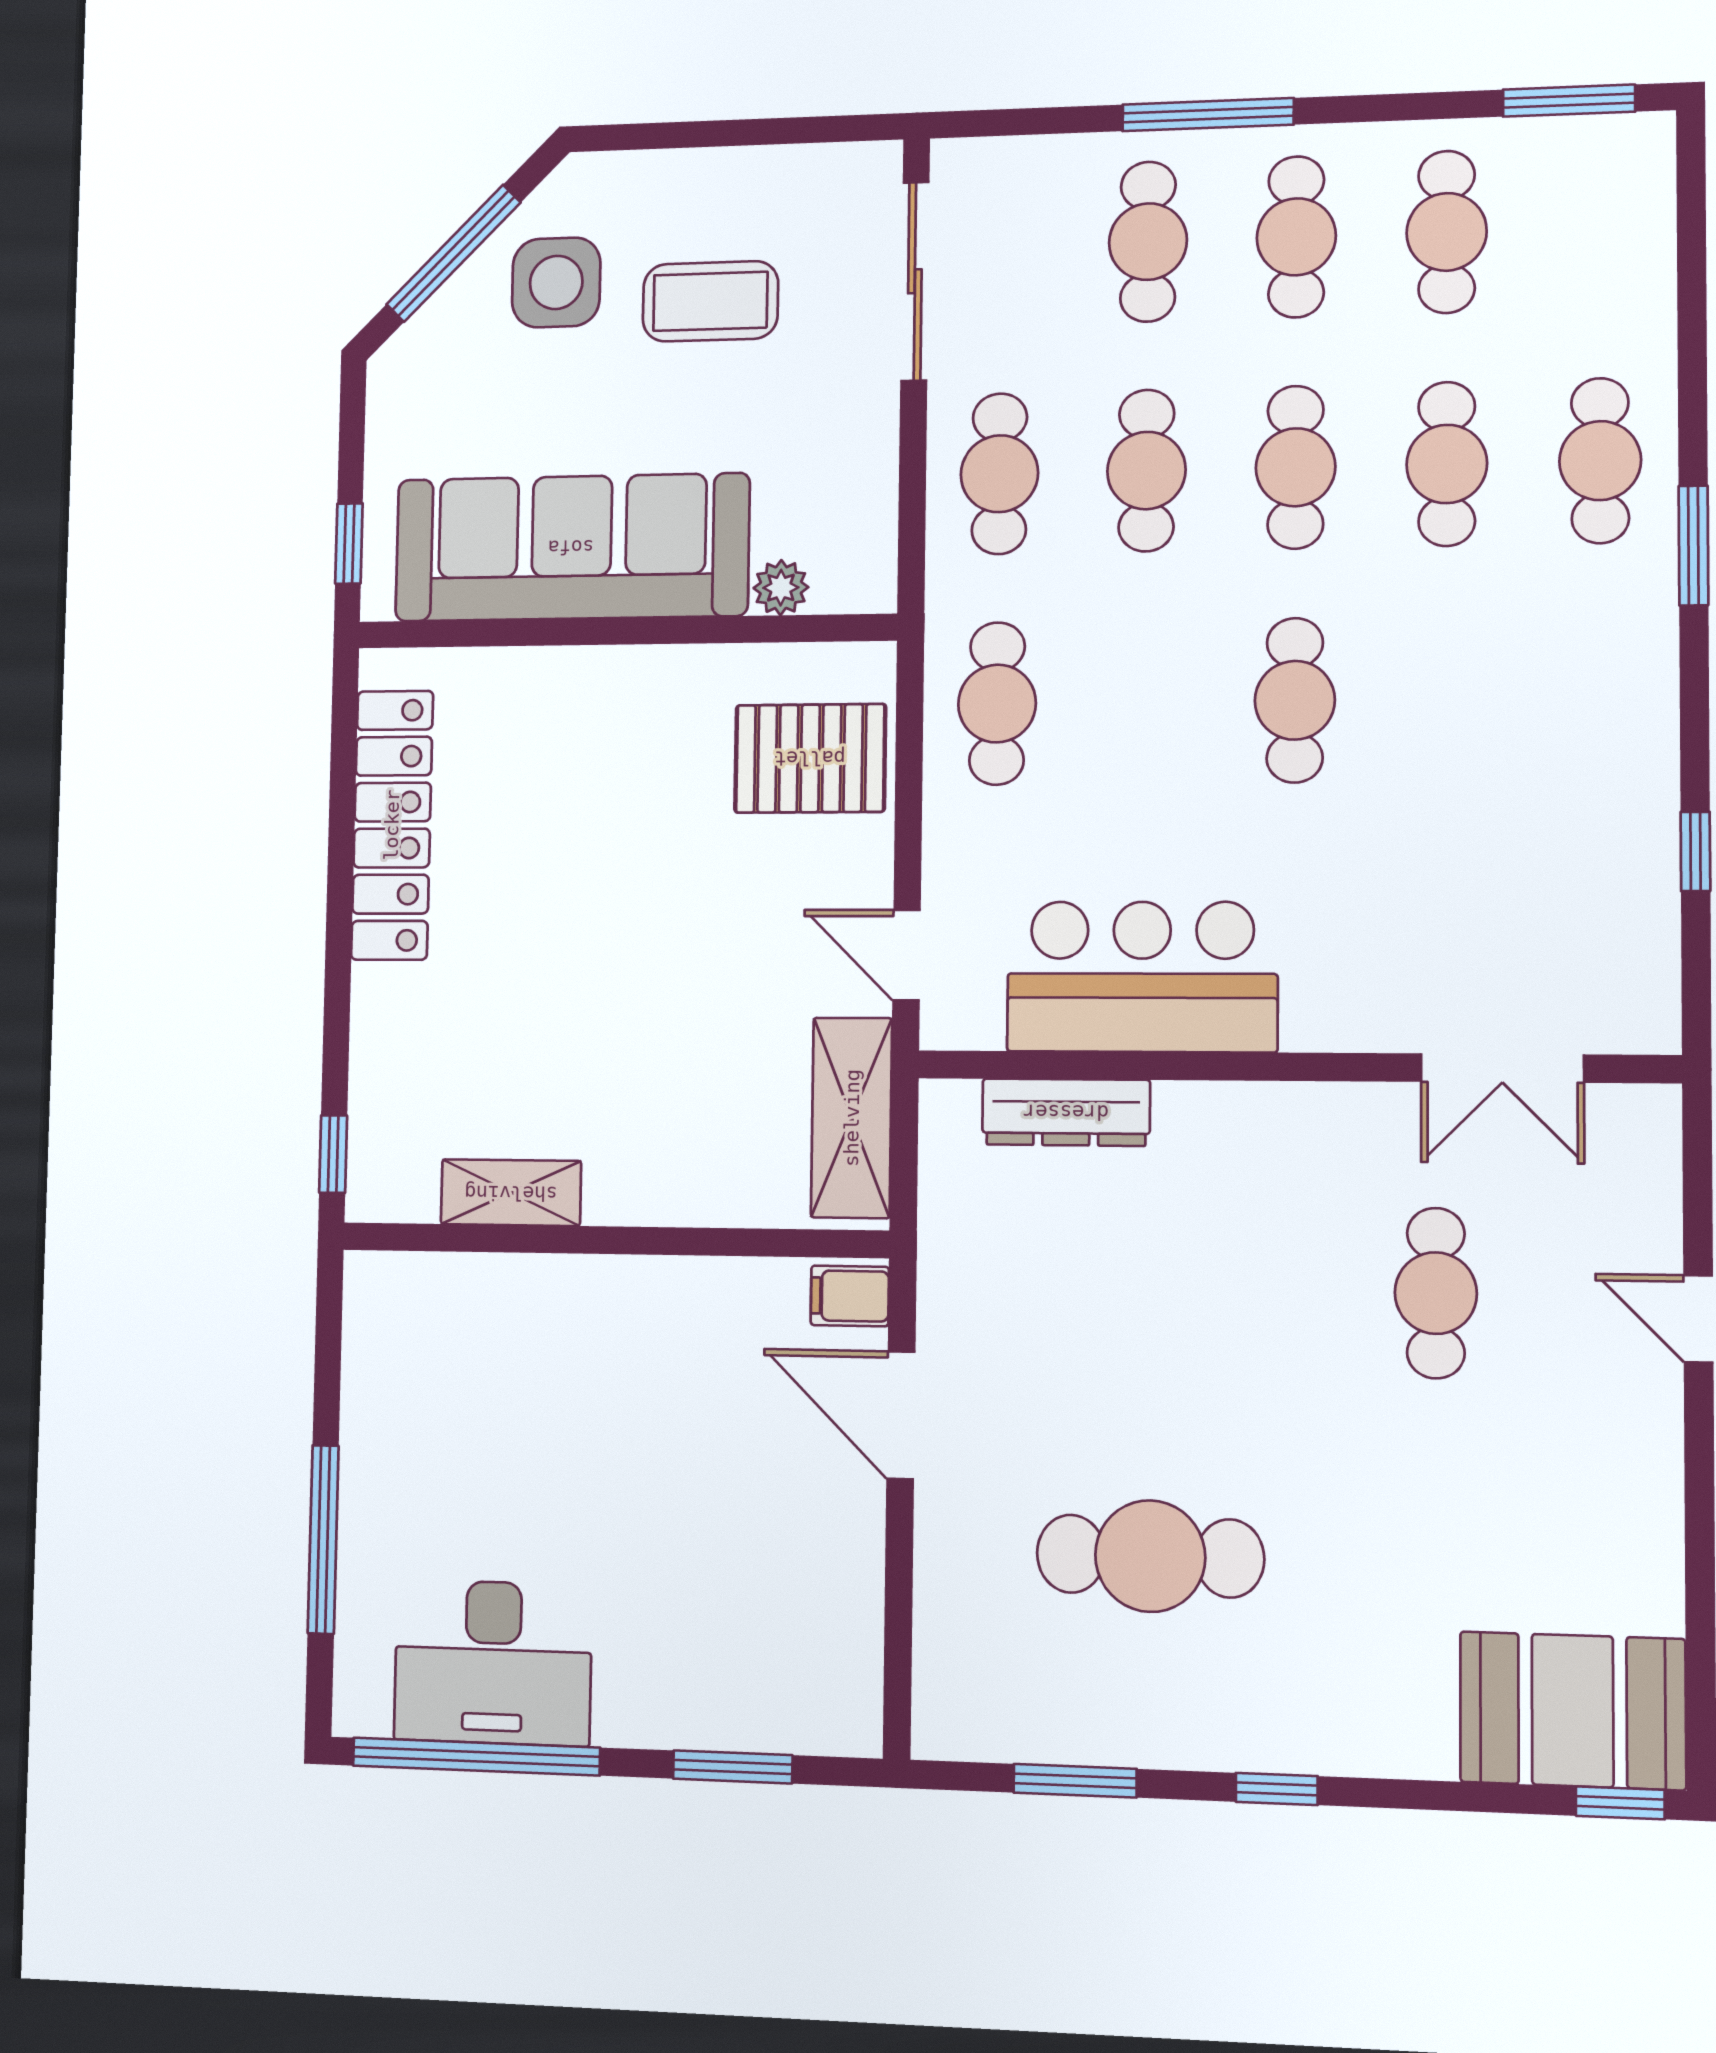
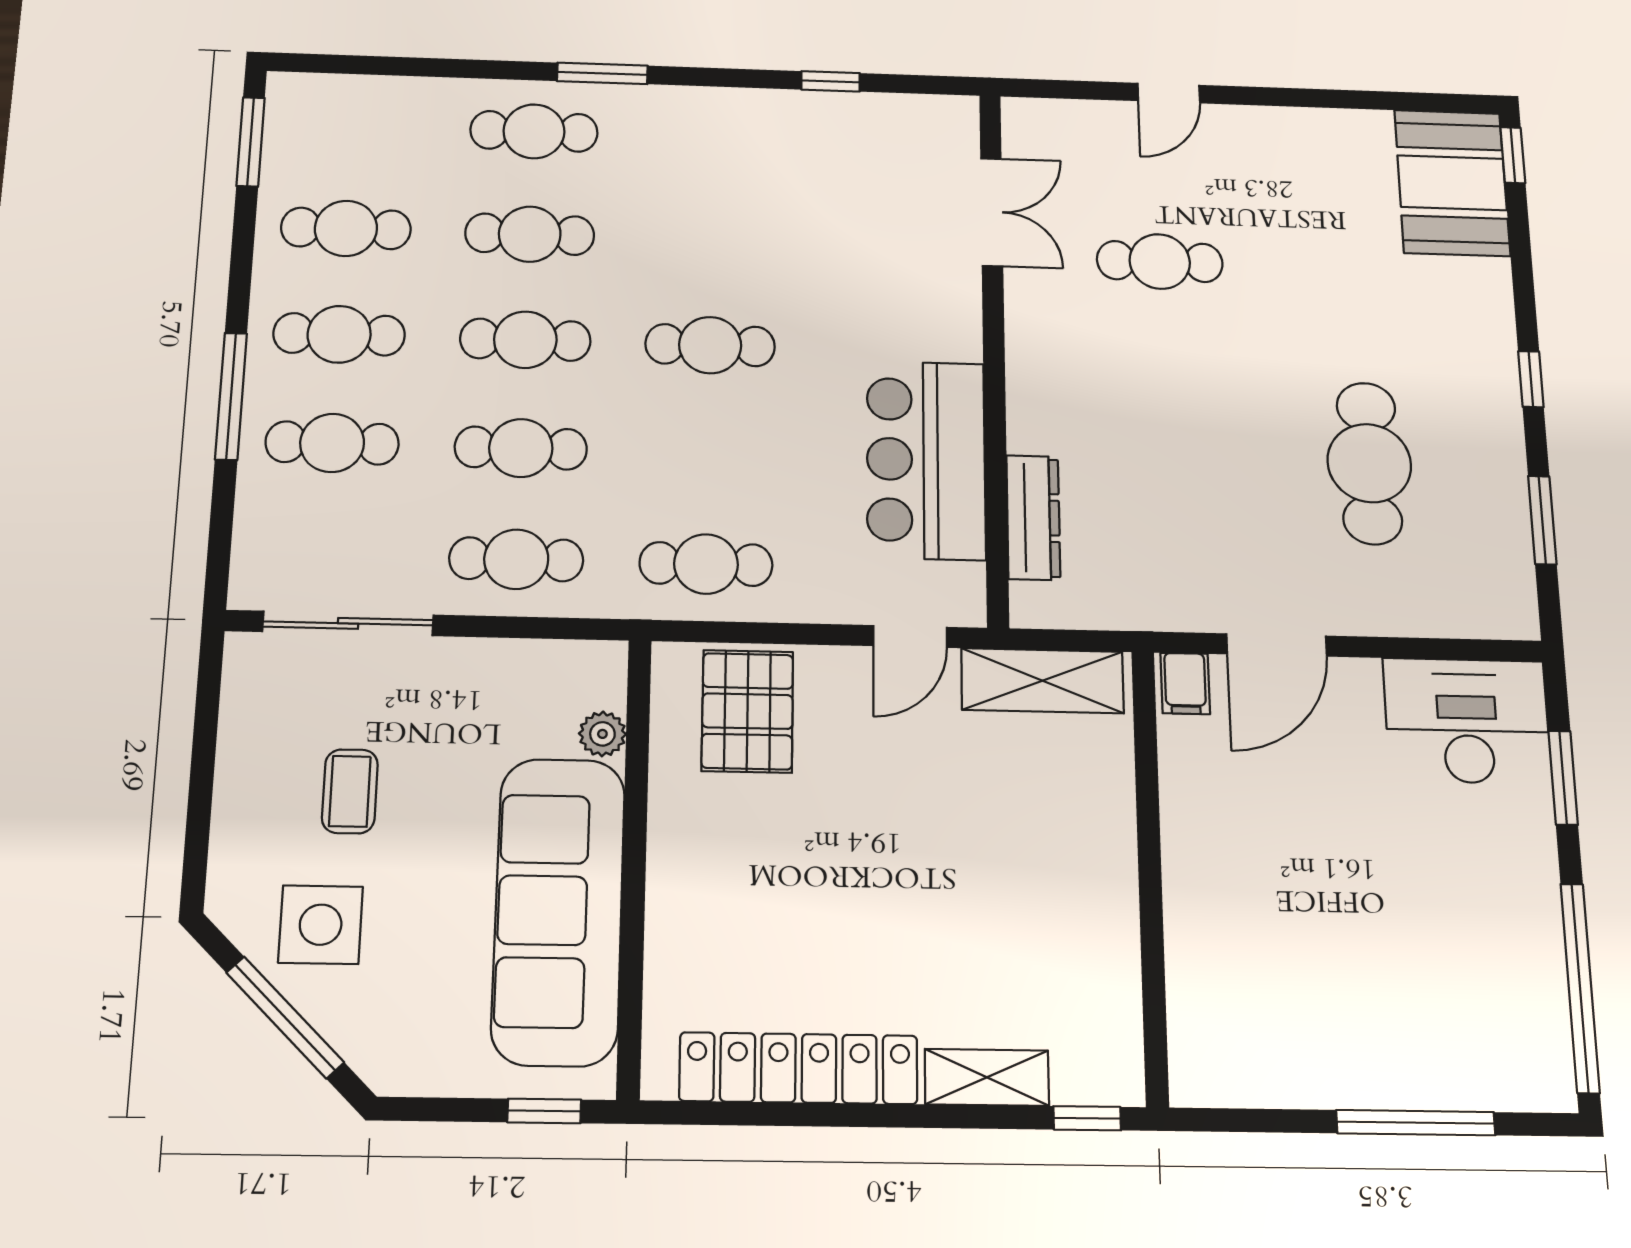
coffee table: (710, 301) -> (350, 791), width x0.73, depth x0.77
shelving: (511, 1193) -> (987, 1077), moved, turned 90
desk: (493, 1663) -> (1467, 721), moved, turned -90

